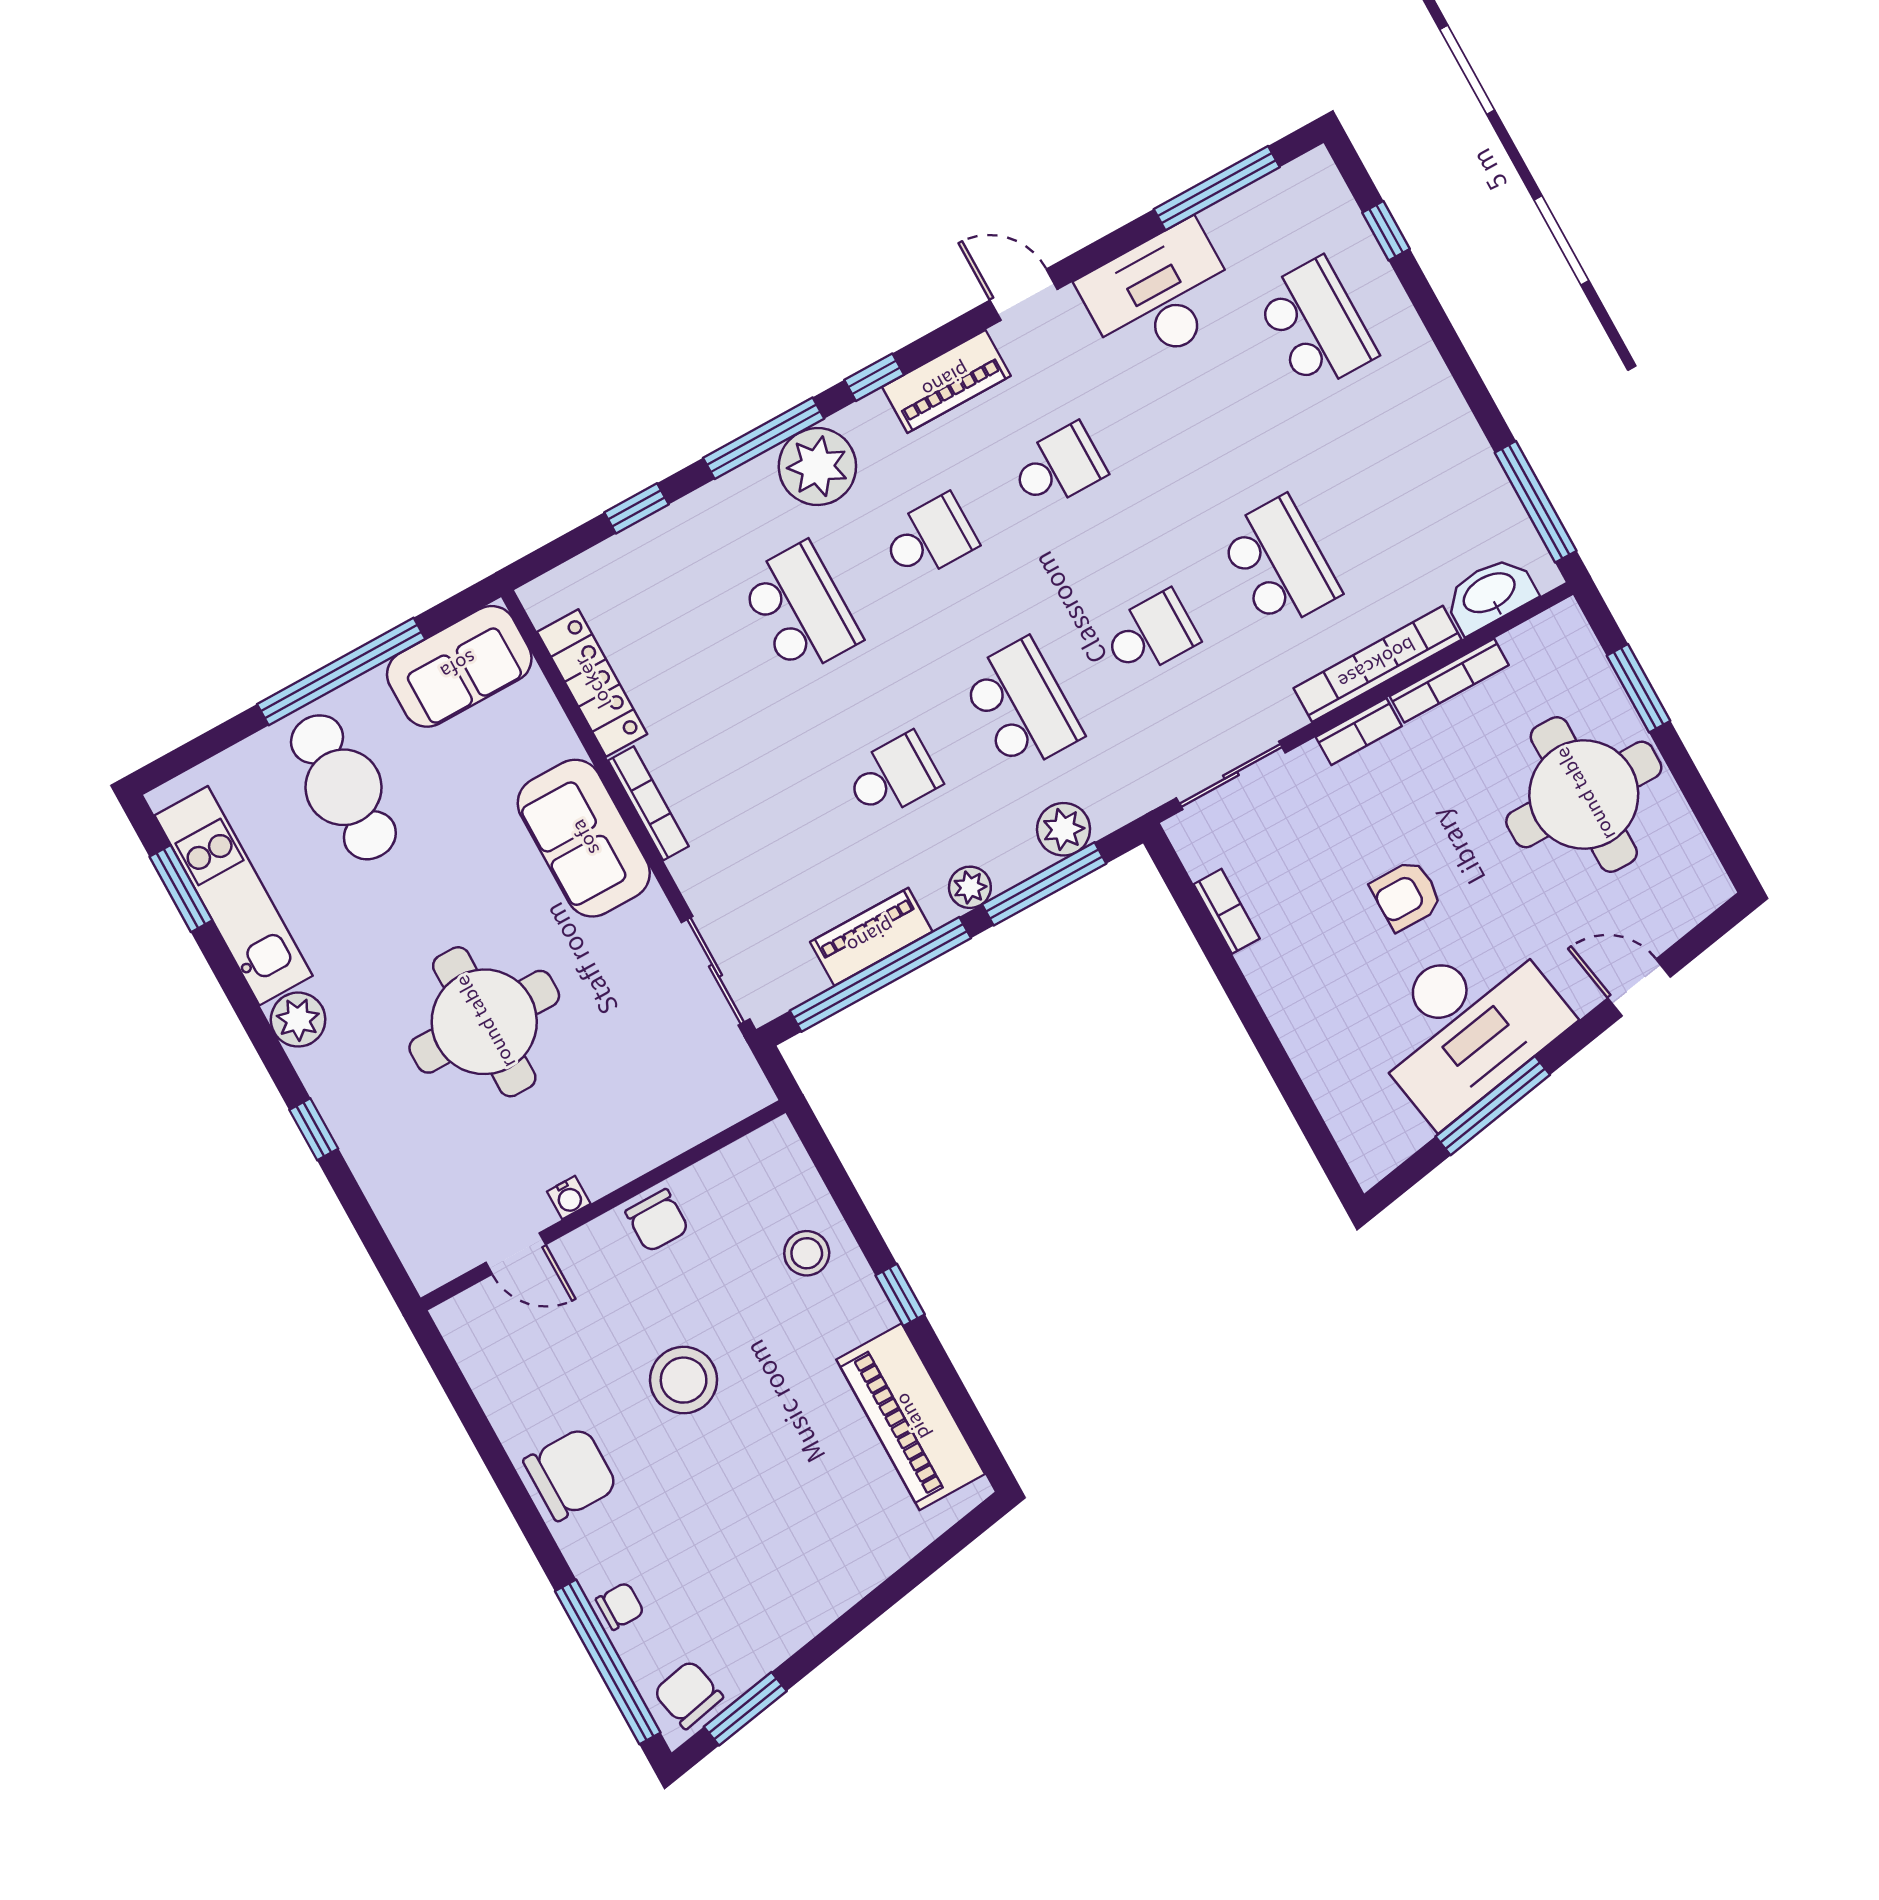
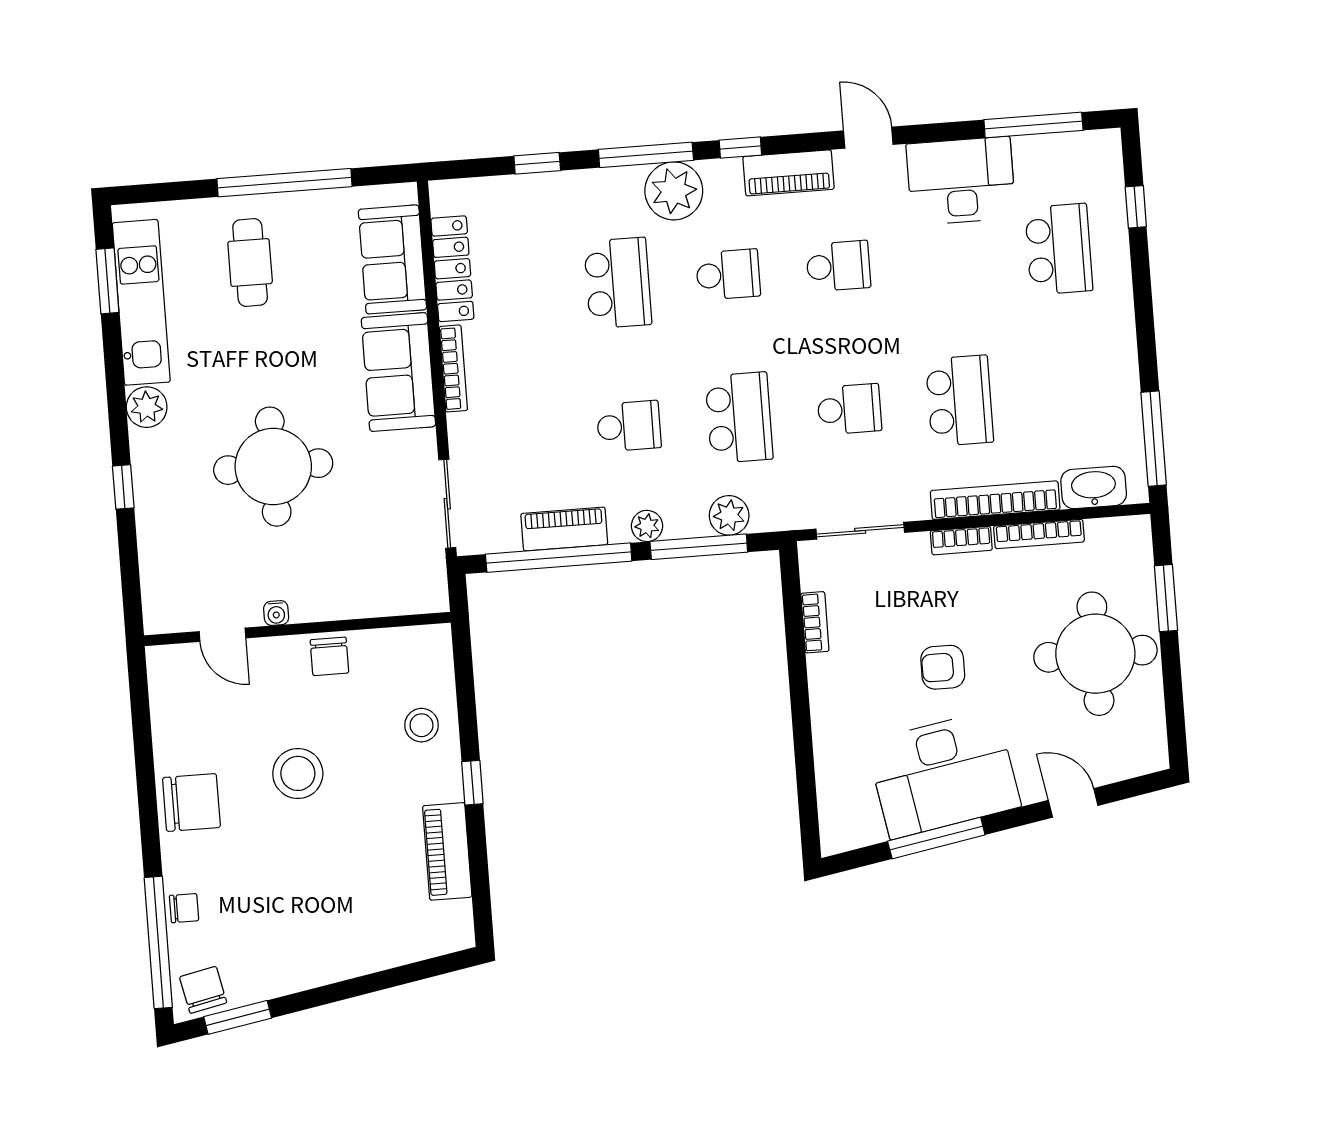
sofa: (459, 666) -> (392, 259), moved, turned 90
cafe table: (343, 787) -> (250, 263), width x0.73, depth x0.74
piano: (911, 1417) -> (447, 851), width x0.73, depth x0.75

